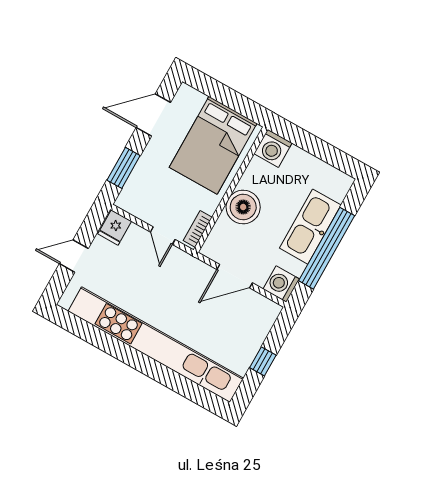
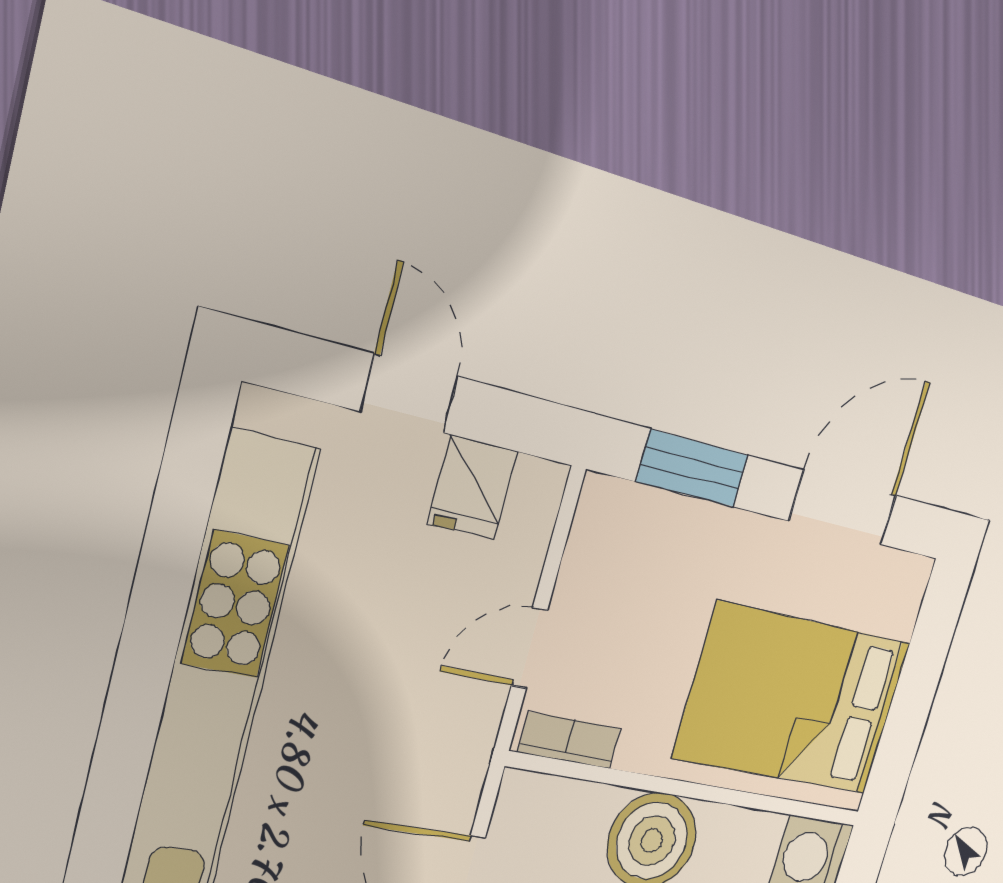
door: (153, 115) -> (843, 508), hinge flipped
fridge: (115, 228) -> (472, 487), moved, turned -90

